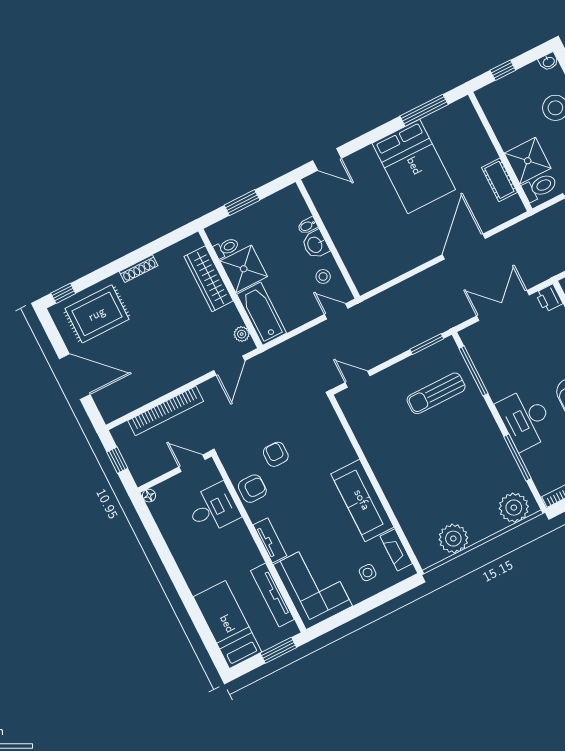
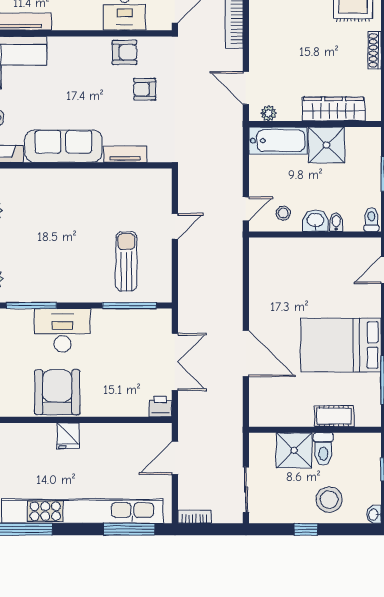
cot: (499, 180) -> (334, 416), moved
toilet: (540, 187) -> (323, 449), moved
toilet: (226, 248) -> (371, 220), moved, turned 180
window: (427, 344) -> (175, 276), removed
door: (357, 379) -> (175, 226), moved
armchair: (276, 454) -> (145, 89), turned 180
armchair: (252, 489) -> (124, 52), turned -90
tv unit: (270, 540) -> (125, 154), moved, turned 180

